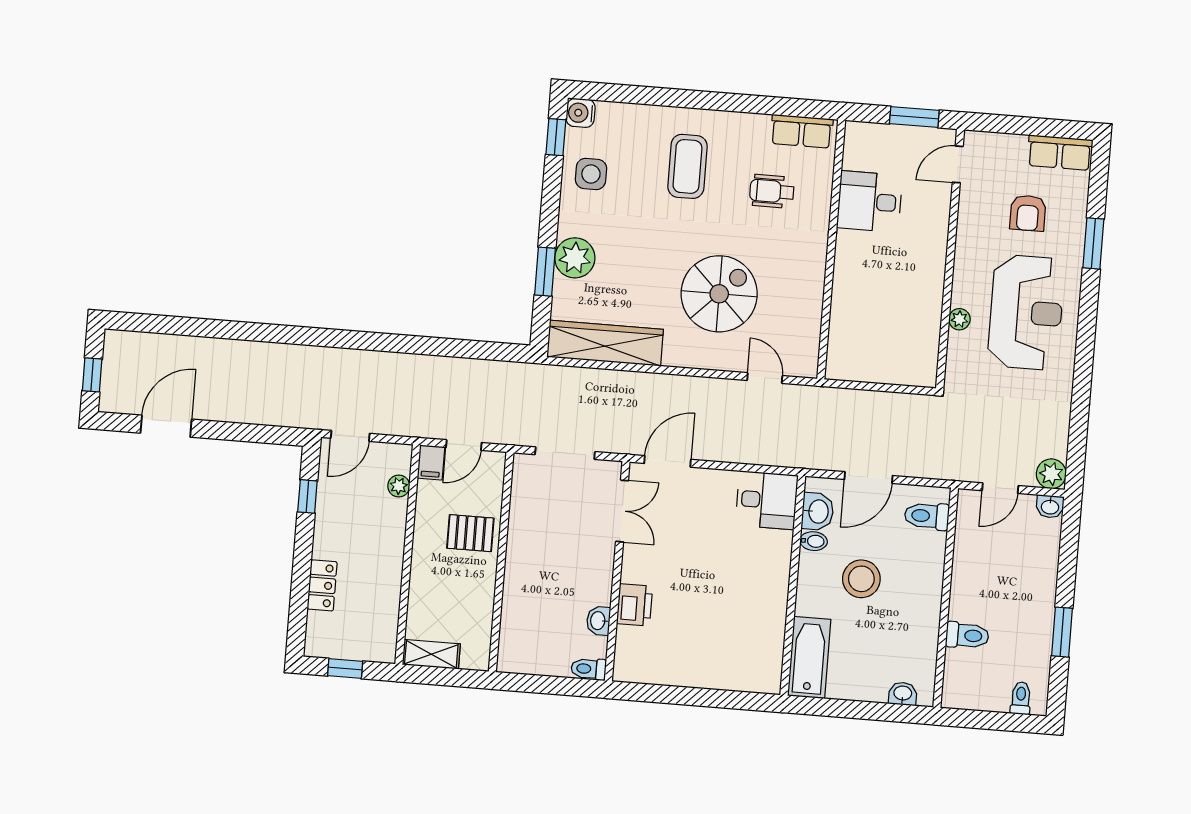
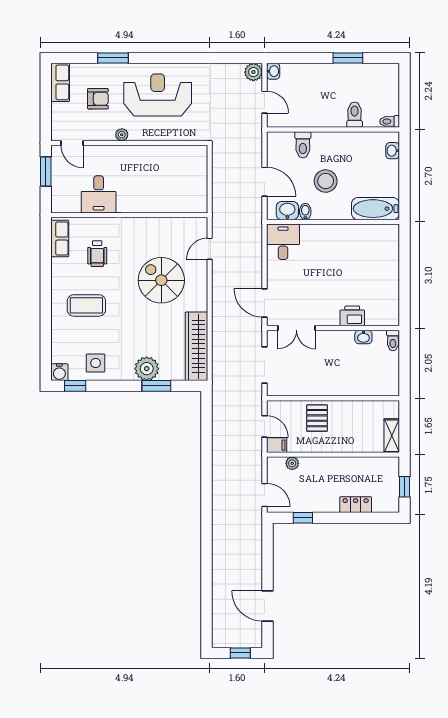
plant: (959, 319) -> (122, 135), moved
double door: (622, 511) -> (296, 328), swing flipped
toilet: (927, 516) -> (303, 145), moved
toilet: (1021, 698) -> (390, 121), moved

